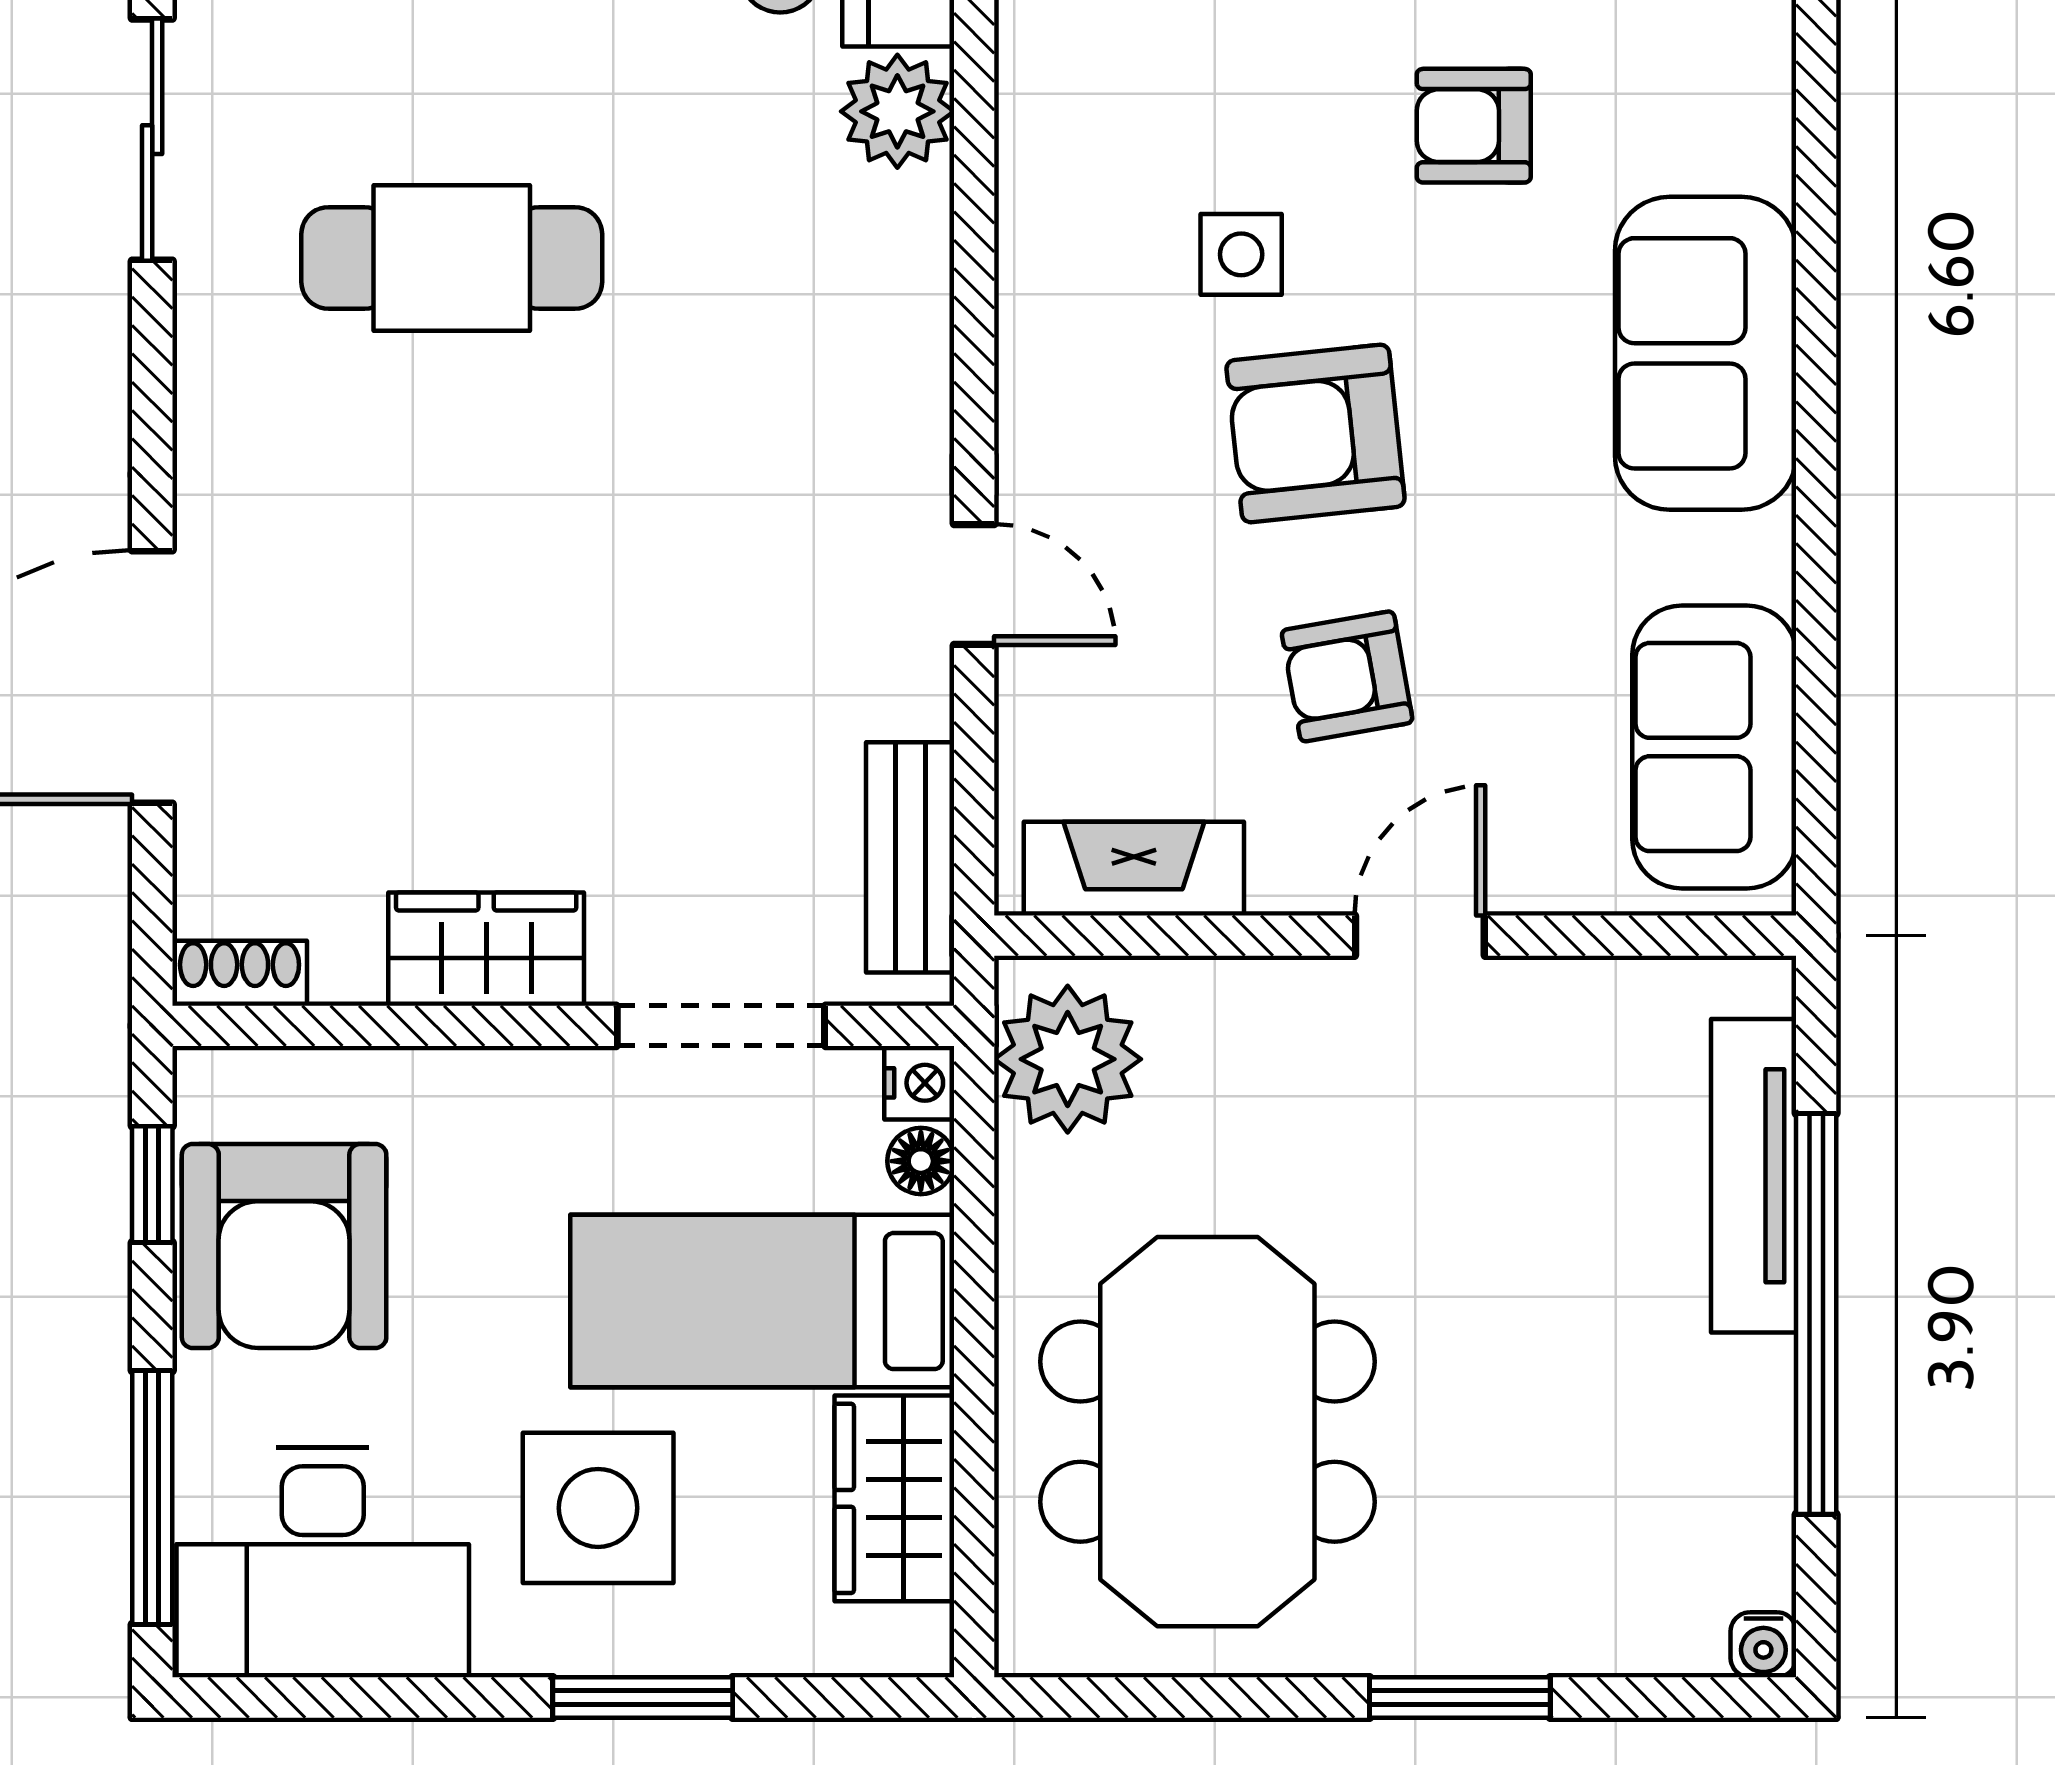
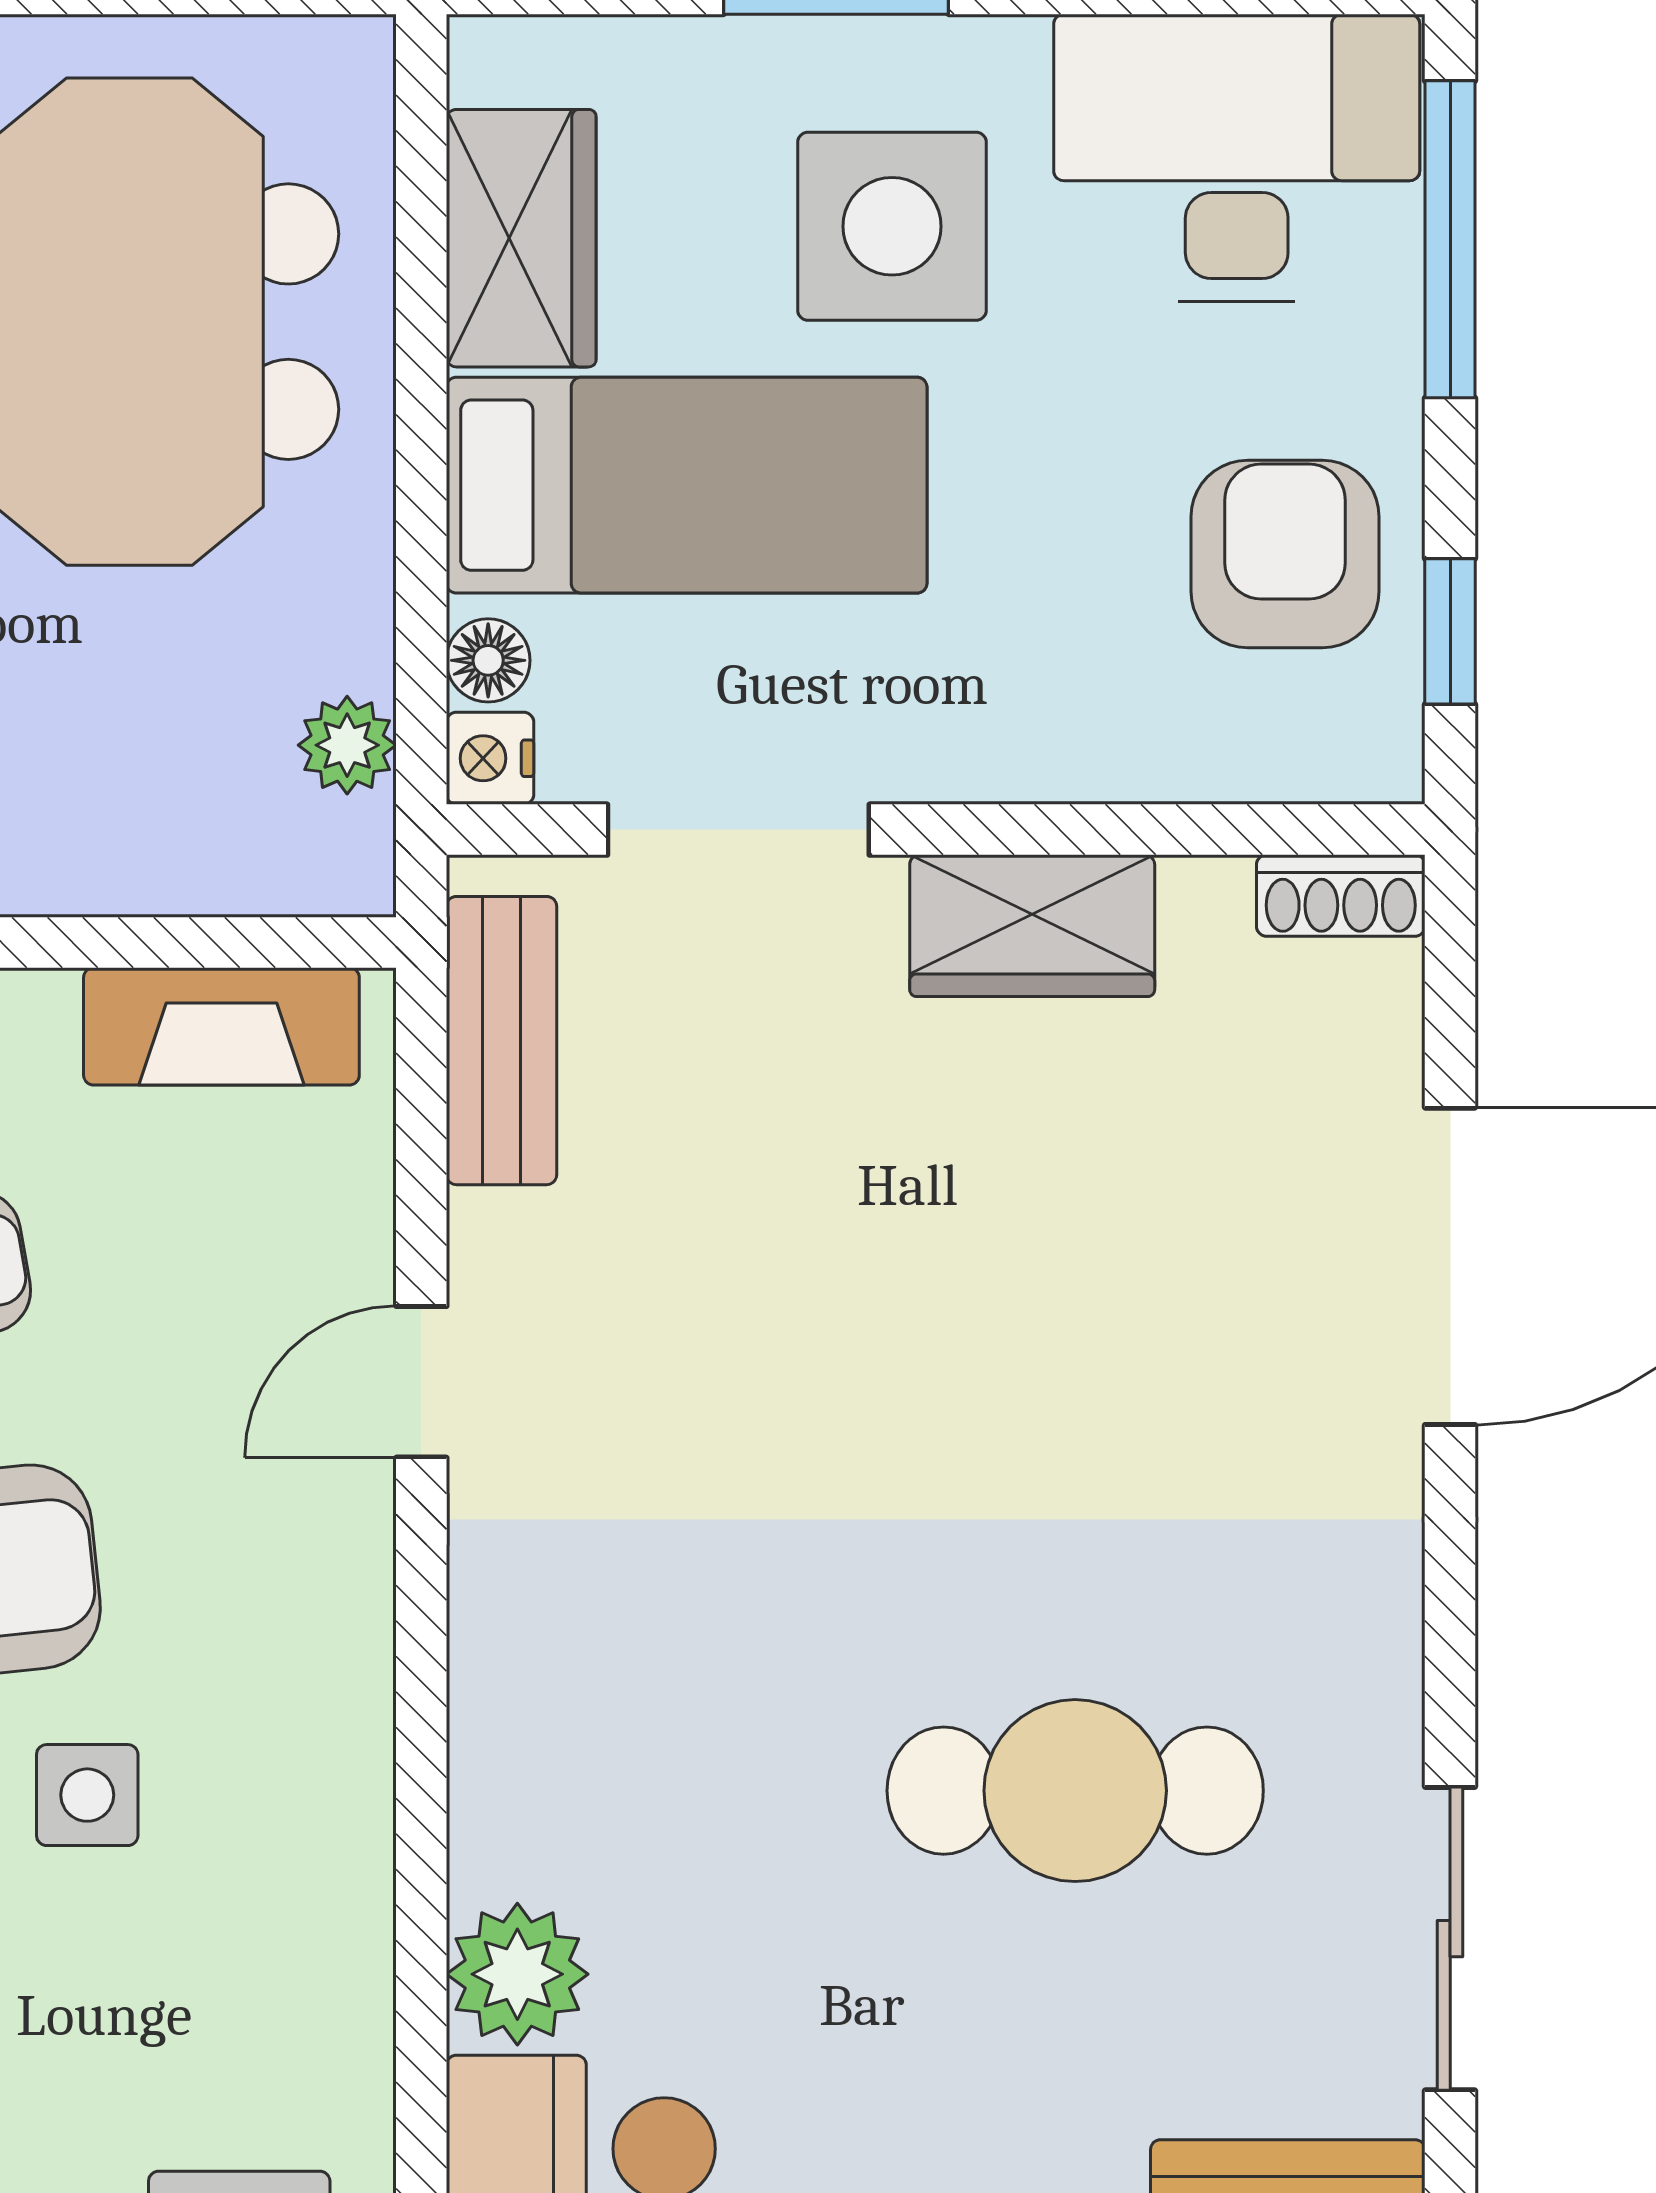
door: (974, 585) -> (421, 1382), hinge flipped
plant: (1068, 1059) -> (347, 745), width x0.53, depth x0.53
armchair: (284, 1246) -> (1285, 554), width x0.73, depth x0.73

